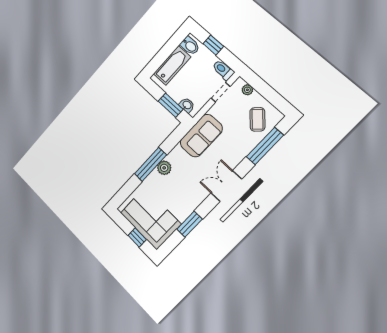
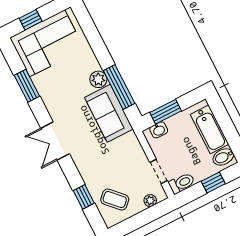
sofa: (201, 136) -> (109, 113), moved
window: (265, 146) -> (84, 197), width x0.46
window: (150, 164) -> (119, 87), moved
double door: (226, 186) -> (55, 141), swing flipped

